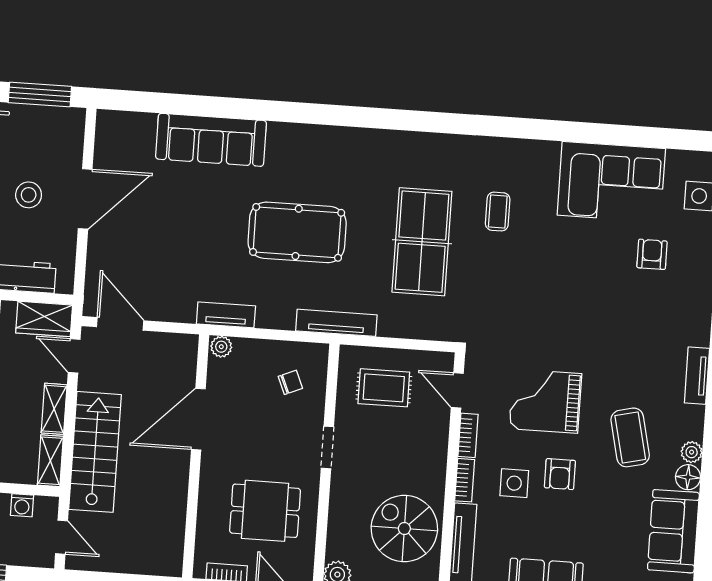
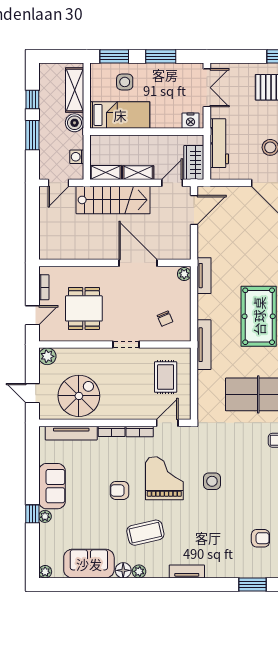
side table: (514, 483) -> (212, 481), moved

